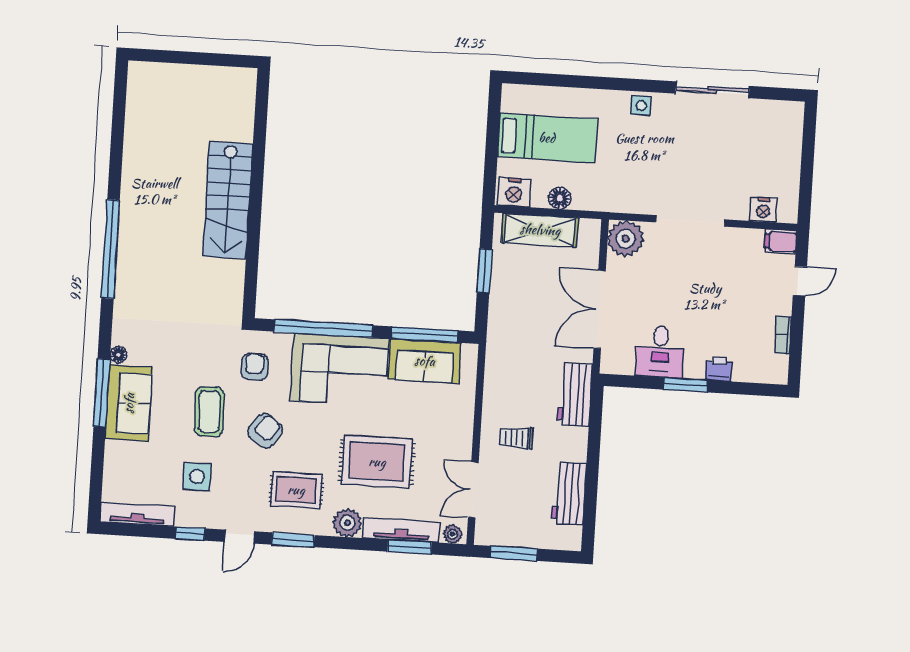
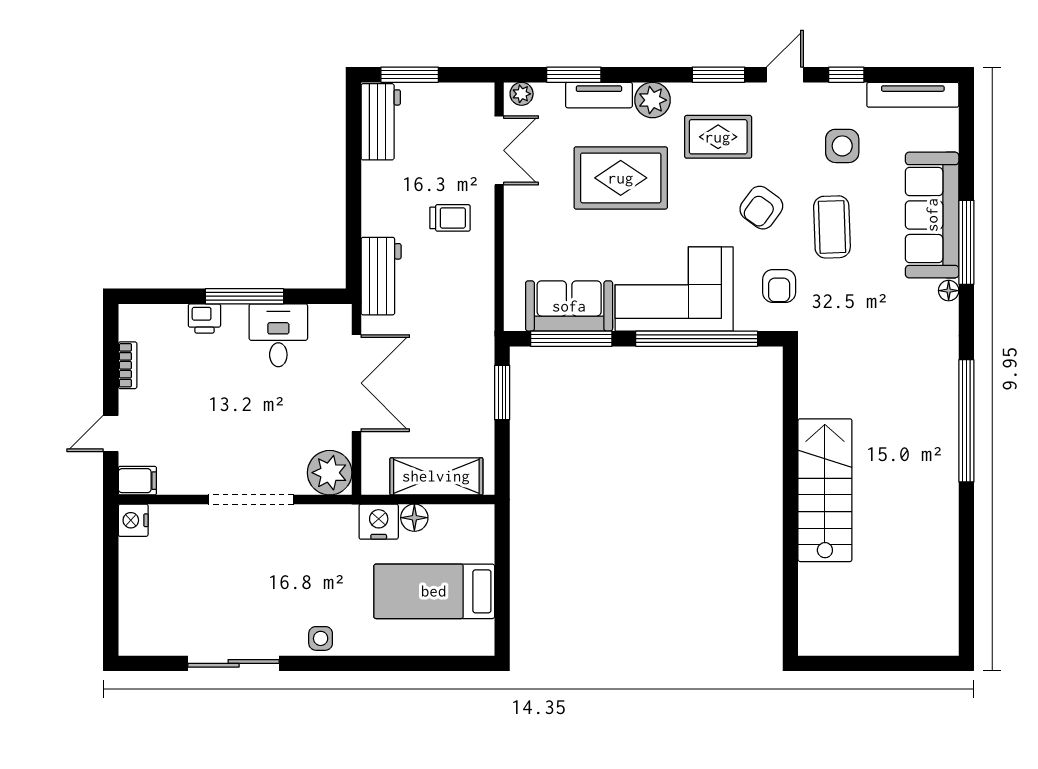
nightstand: (514, 192) -> (379, 522), moved
nightstand: (763, 210) -> (133, 520), moved, turned -90
window: (484, 271) -> (502, 392), moved
window: (686, 385) -> (244, 296), width x1.44
sofa: (129, 403) -> (932, 215), width x1.36
workbench: (569, 493) -> (381, 122), moved
tv unit: (401, 530) -> (599, 95), width x0.71
window: (514, 553) -> (410, 75), moved

